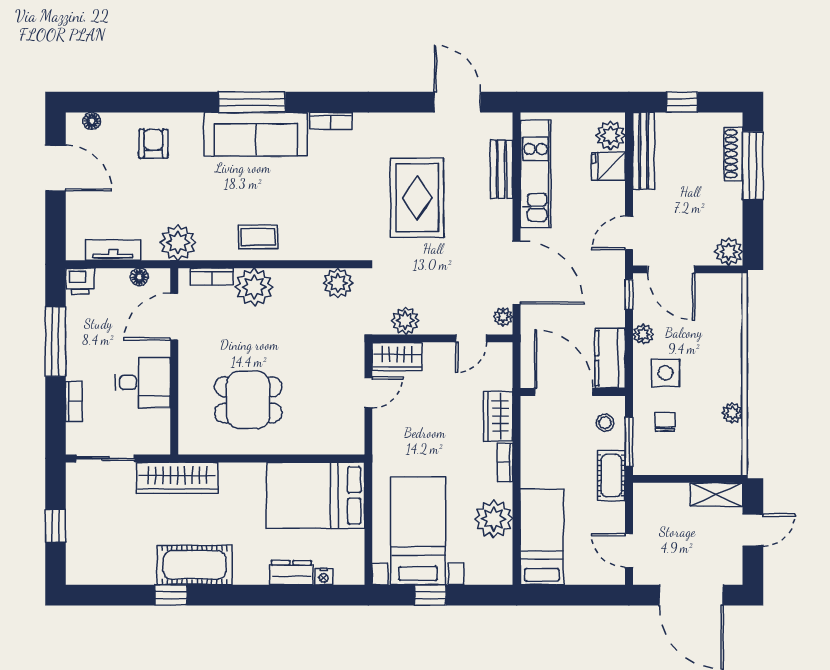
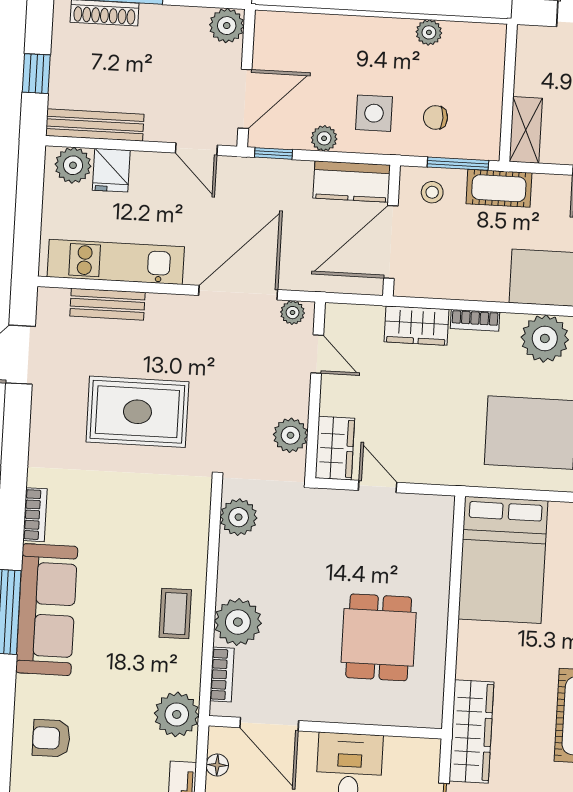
shelving: (717, 494) -> (526, 130), moved

